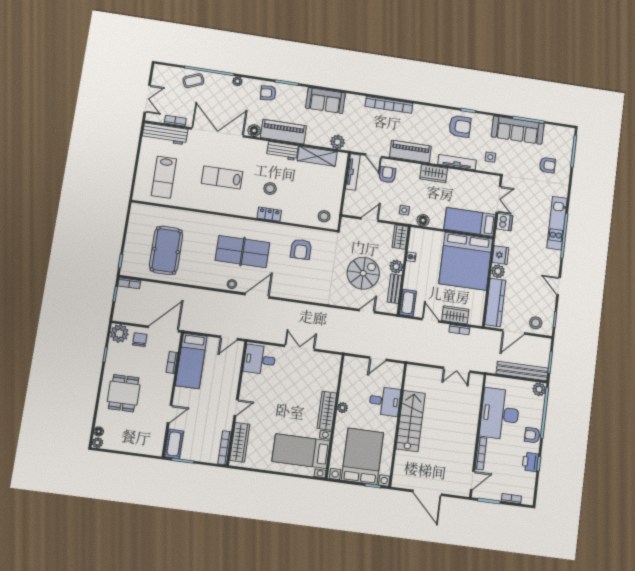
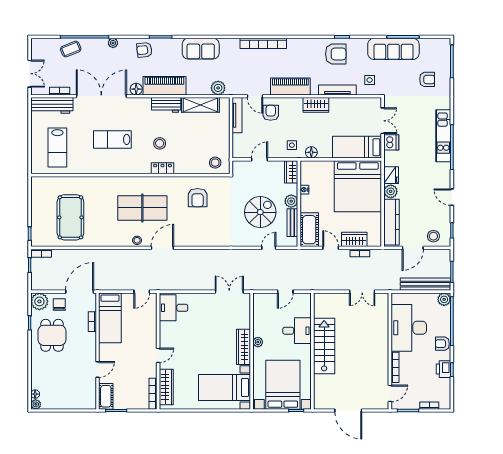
cot: (408, 303) -> (309, 230), width x1.37, depth x1.34
double door: (300, 348) -> (229, 292), moved
dining table: (124, 393) -> (52, 335), moved

